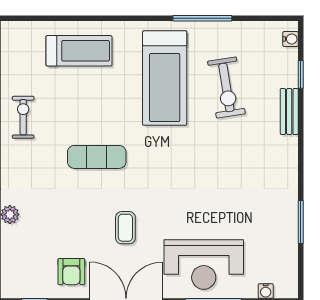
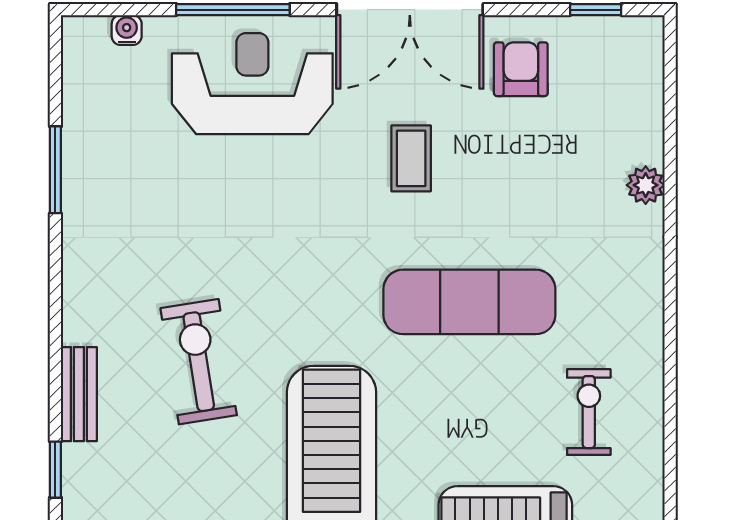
exercise bike: (226, 87) -> (199, 362), moved
exercise bike: (23, 117) -> (589, 412), moved, turned 180
exercise mat: (97, 157) -> (469, 302), width x1.36, depth x1.45

